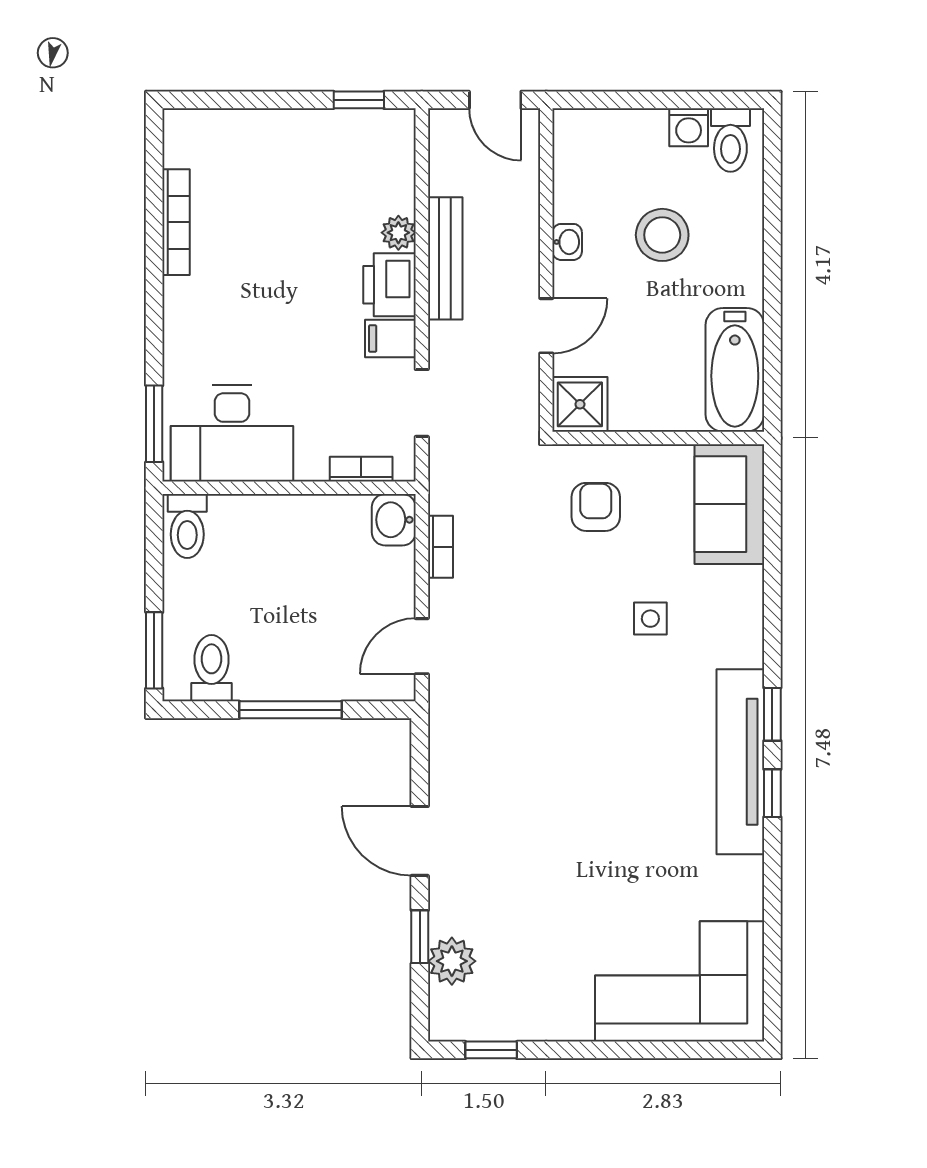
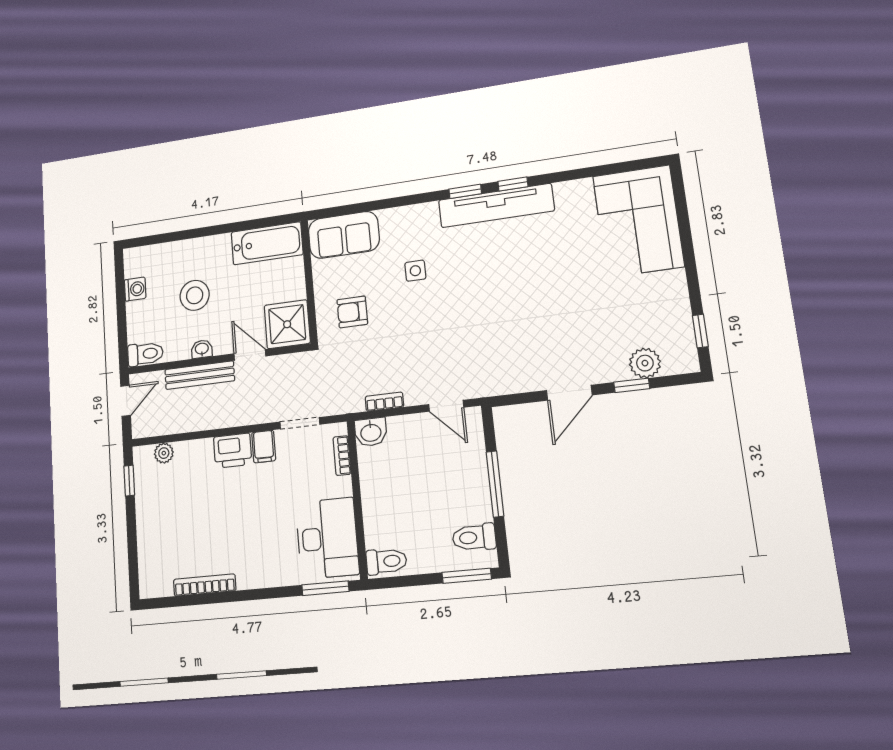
toilet: (730, 140) -> (145, 354), moved
plant: (398, 233) -> (164, 453), moved
bench: (445, 258) -> (200, 375), moved
shower: (580, 404) -> (287, 324), width x1.36, depth x1.36

